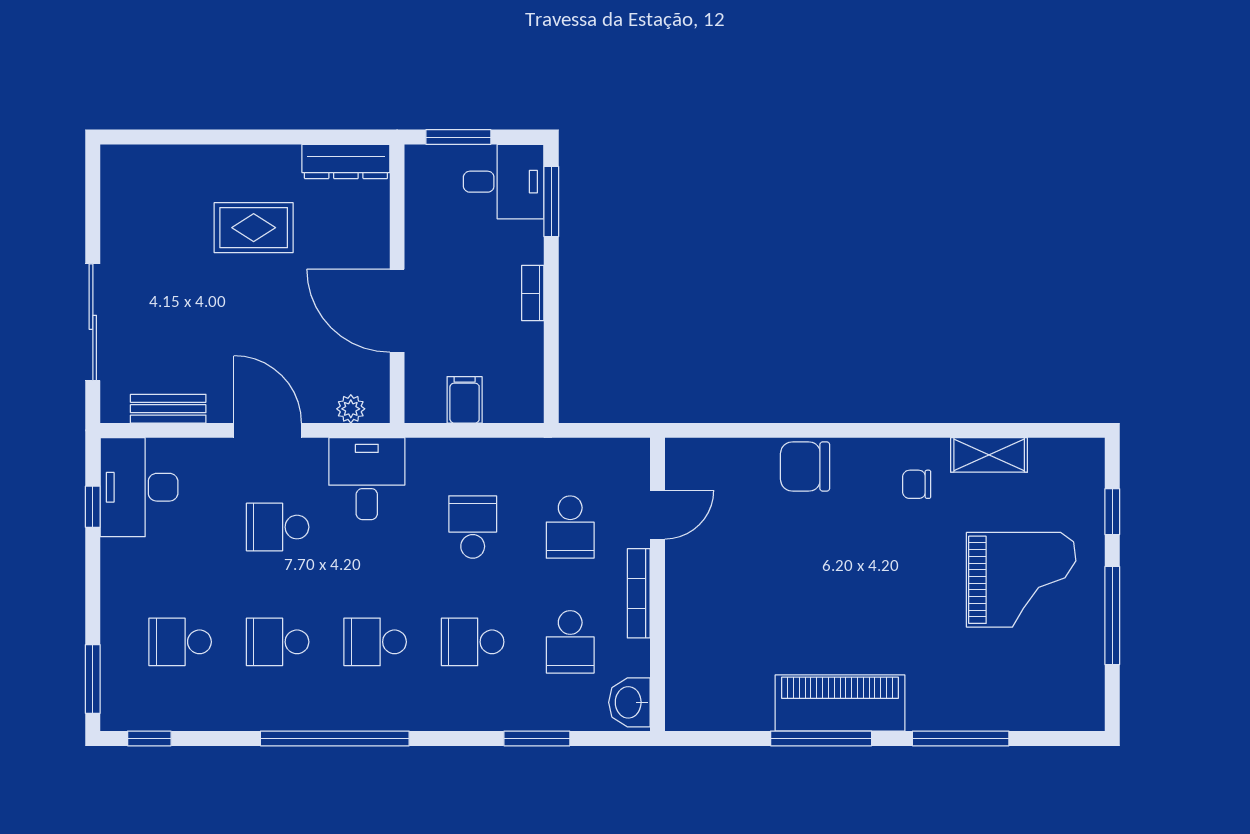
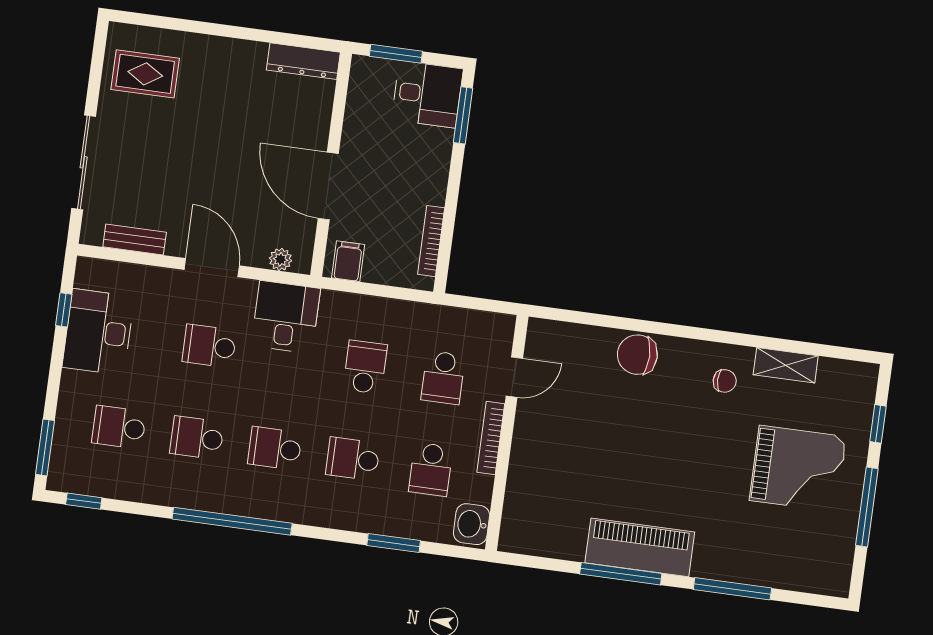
rug: (254, 228) -> (145, 74), moved
bookcase: (533, 293) -> (431, 241), moved, width x1.56
filing cabinet: (465, 400) -> (348, 261), moved
chair: (917, 484) -> (725, 381), turned 180
desk: (139, 487) -> (98, 332), moved

